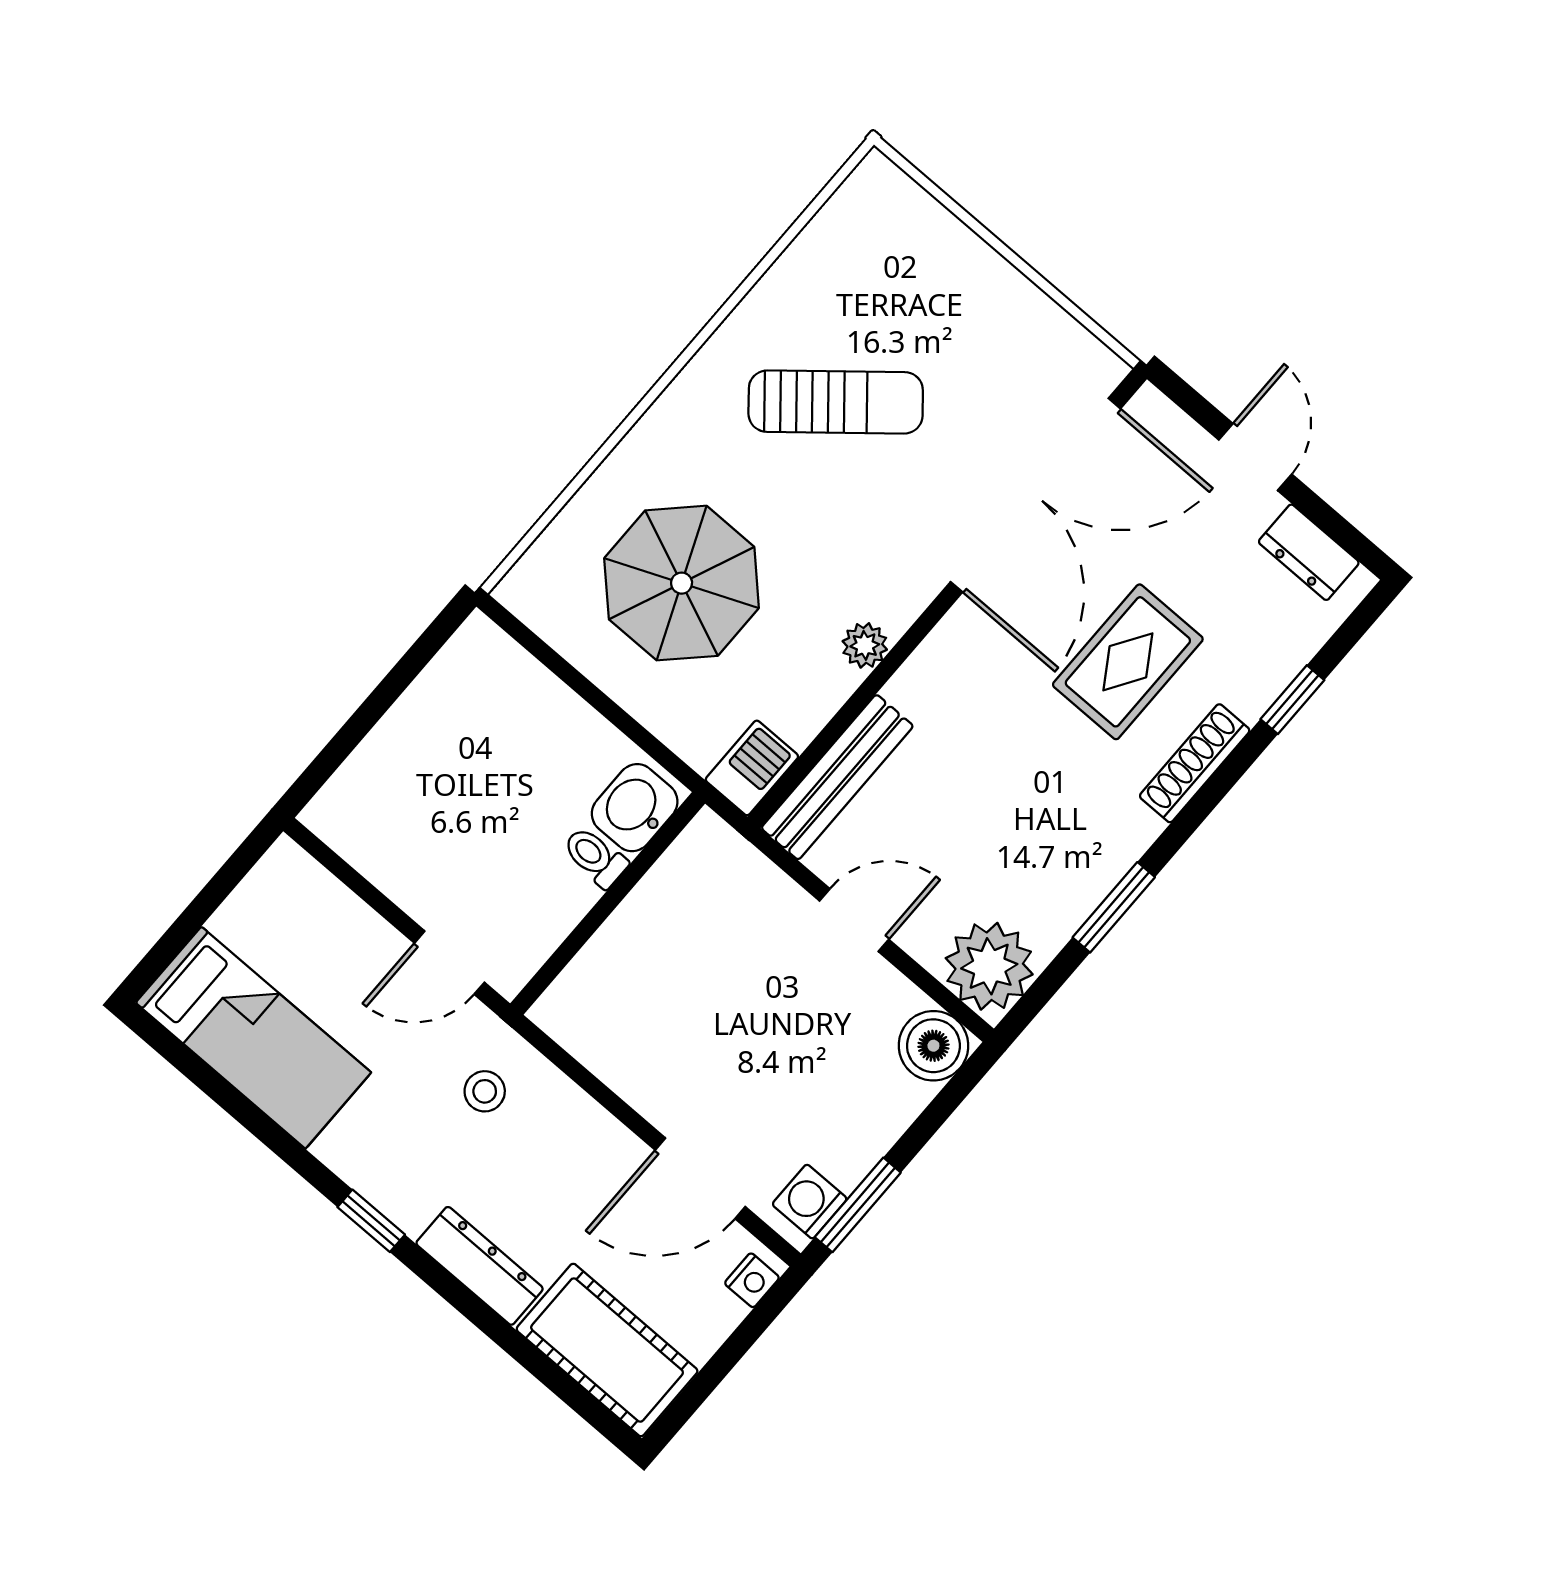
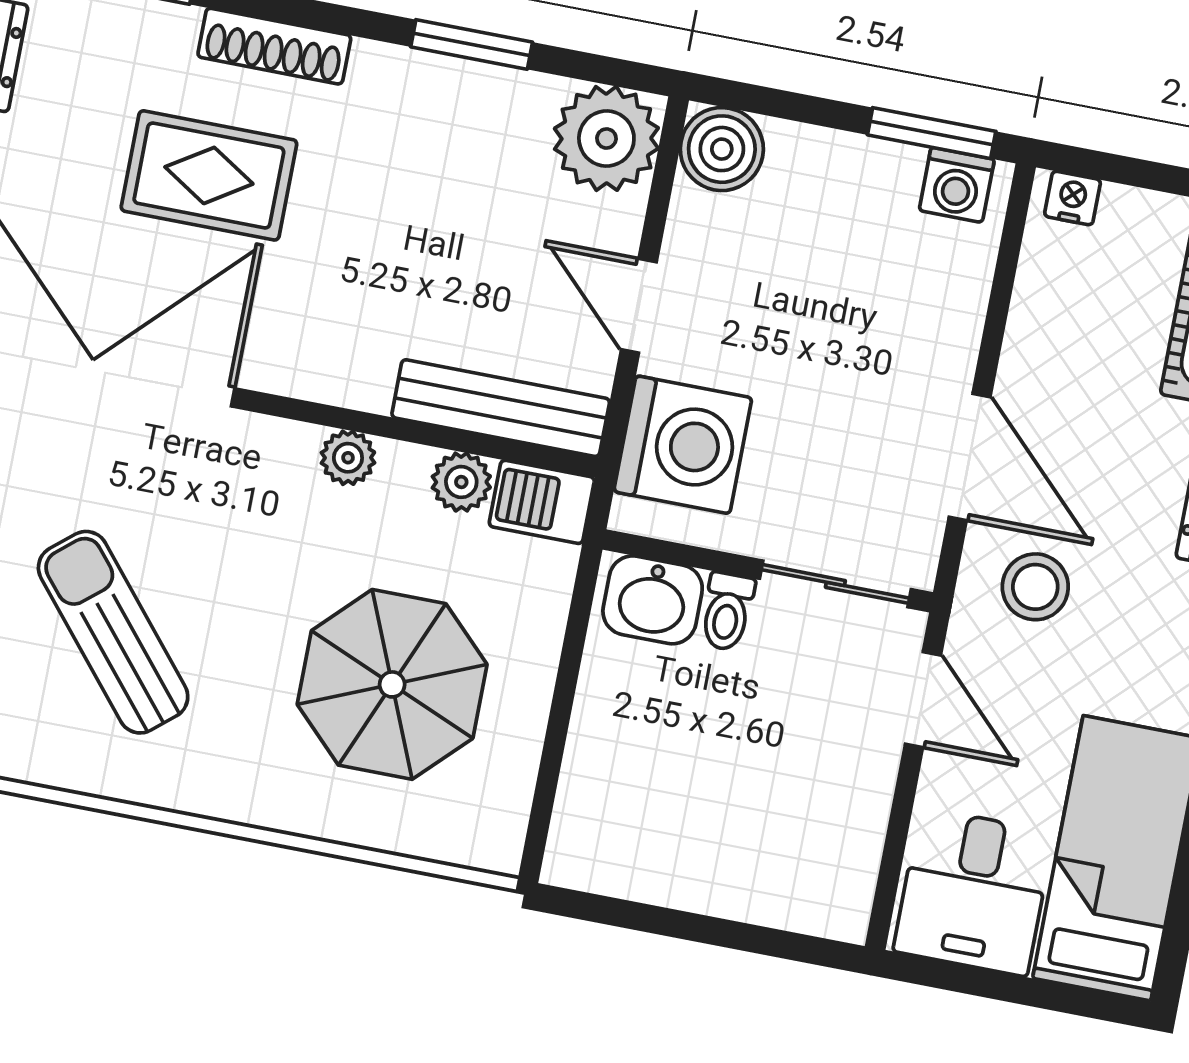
plant: (800, 718) -> (461, 482), added
washing machine: (735, 894) -> (683, 445), added
desk: (289, 920) -> (974, 892), added
sliding door: (570, 947) -> (835, 584), added
stool: (485, 1091) -> (1035, 587), width x1.37, depth x1.37
door: (700, 1178) -> (970, 457), moved

